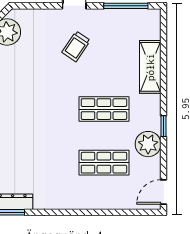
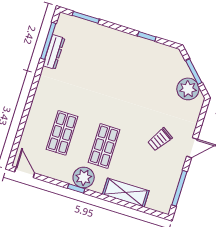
trolley: (76, 46) -> (160, 139), turned -91
plant: (148, 144) -> (84, 178), moved

